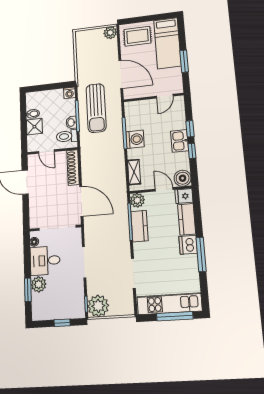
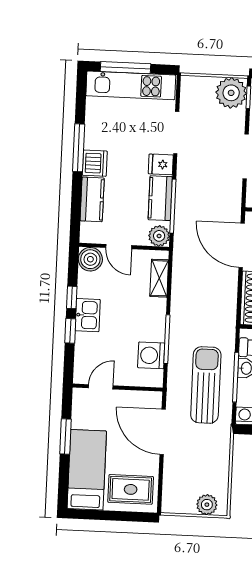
plant: (110, 33) -> (207, 505), moved
washing machine: (135, 139) -> (151, 355), moved
fridge: (184, 196) -> (161, 164), moved, turned 180

